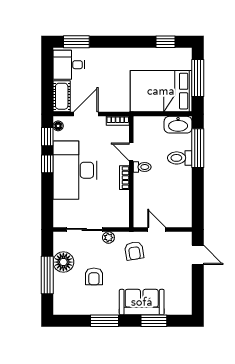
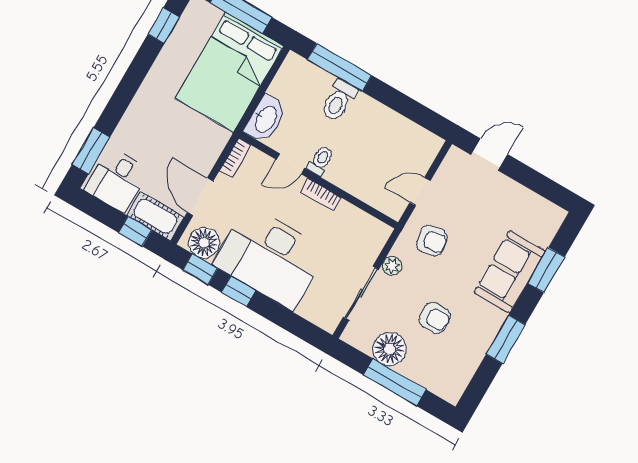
window: (47, 90) -> (135, 231), added
washbasin: (178, 125) -> (265, 119), moved
floor lamp: (58, 126) -> (204, 243), width x1.89, depth x1.89

